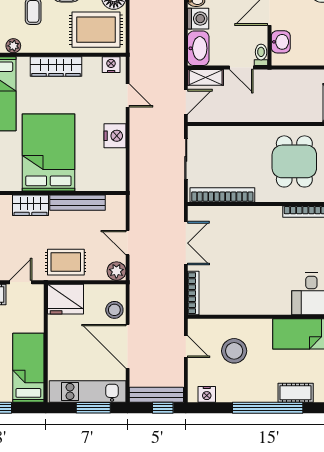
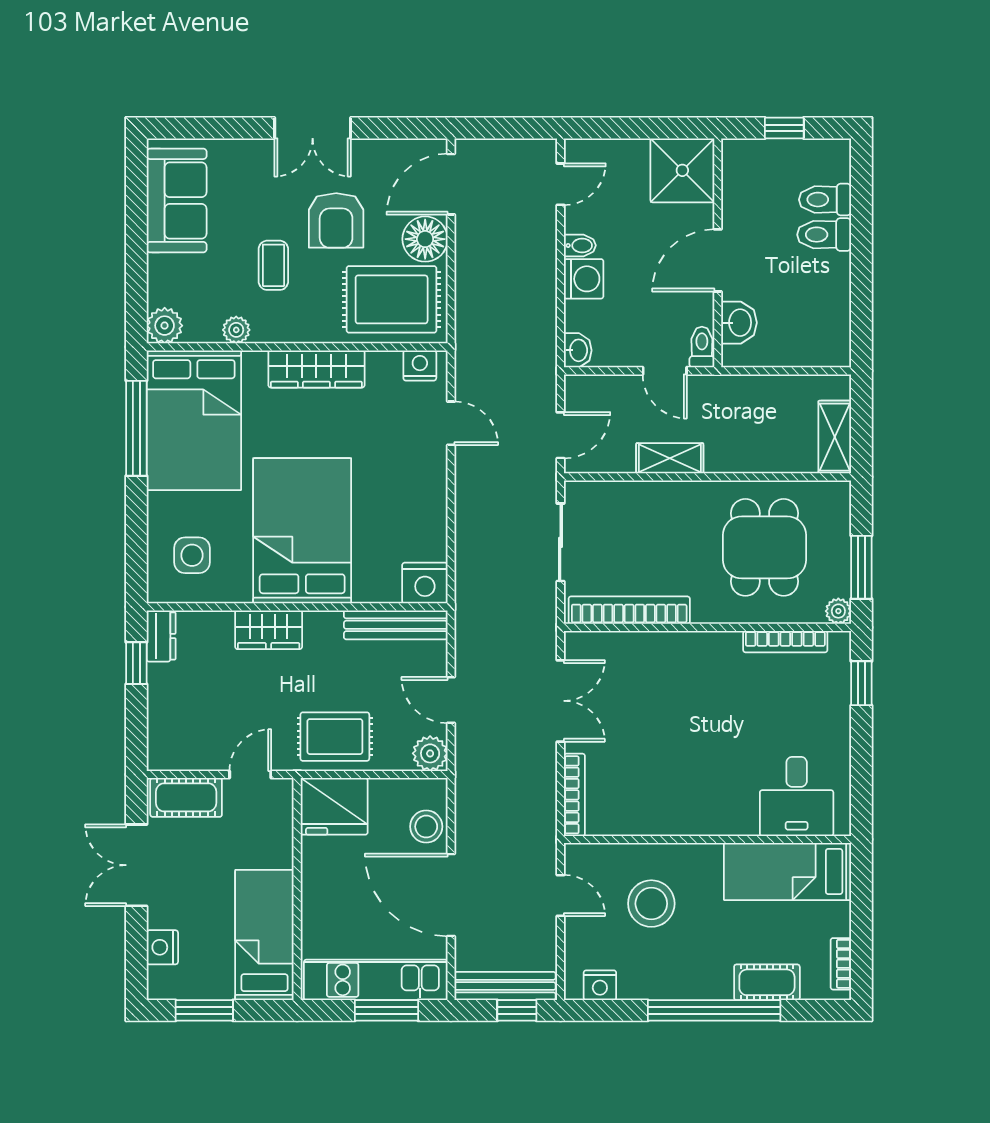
washbasin: (198, 48) -> (578, 350), width x0.52, depth x0.69
shelving: (206, 77) -> (670, 458), moved
nightstand: (115, 136) -> (425, 583), moved, turned 90
bench: (77, 203) -> (396, 625), moved

